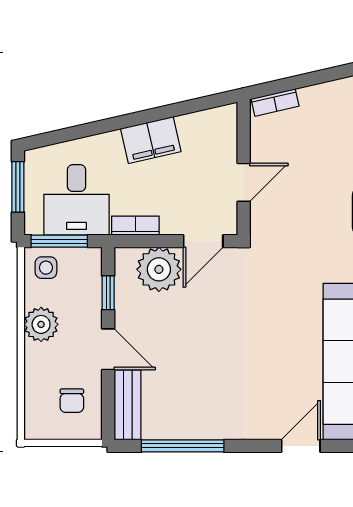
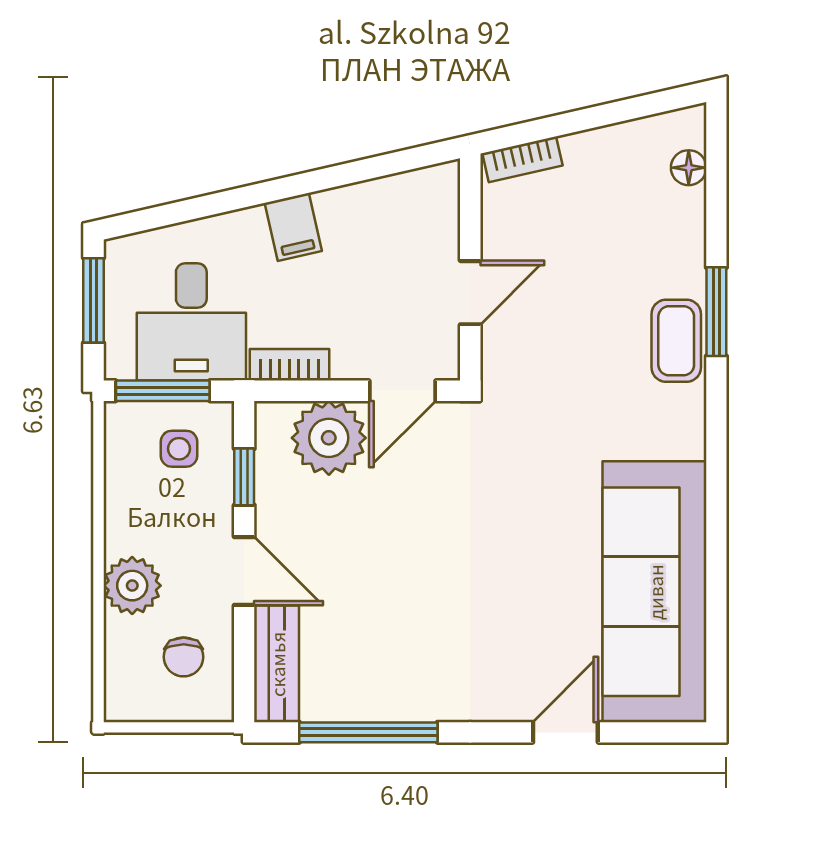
filing cabinet: (151, 140) -> (293, 227), width x0.50
side table: (46, 268) -> (179, 449), moved
plant: (41, 324) -> (132, 586), moved

